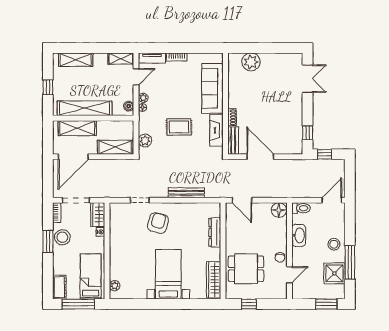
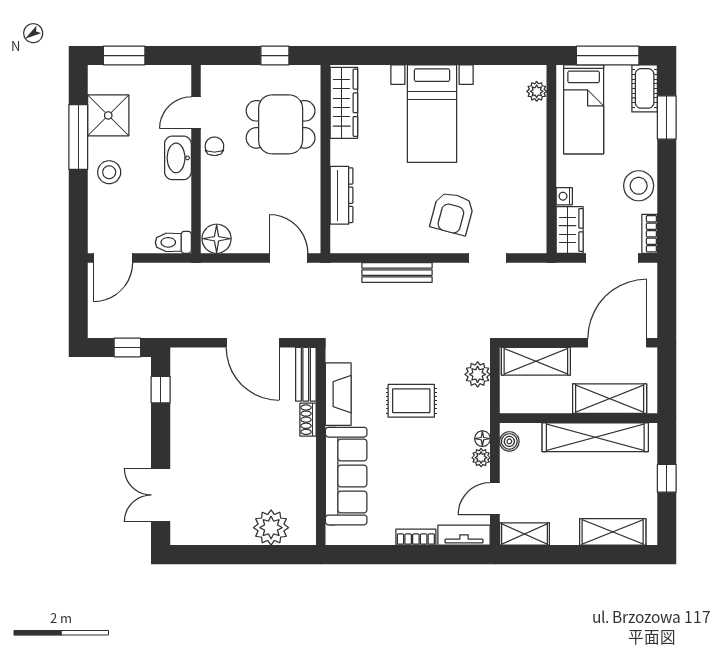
washbasin: (299, 235) -> (178, 158), moved
window: (48, 242) -> (667, 118), moved

